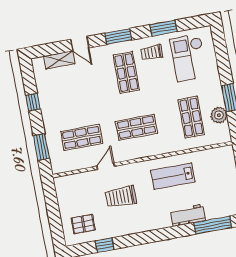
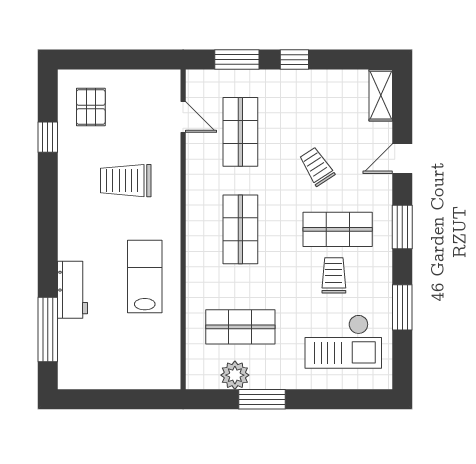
trolley: (152, 53) -> (334, 275), moved
checkout: (189, 58) -> (343, 342), turned 180
shelving: (59, 60) -> (381, 95), moved
trolley: (93, 91) -> (317, 167), added
window: (33, 102) -> (294, 60), moved
door: (106, 166) -> (183, 117), moved
trolley: (121, 197) -> (126, 181), turned -90

